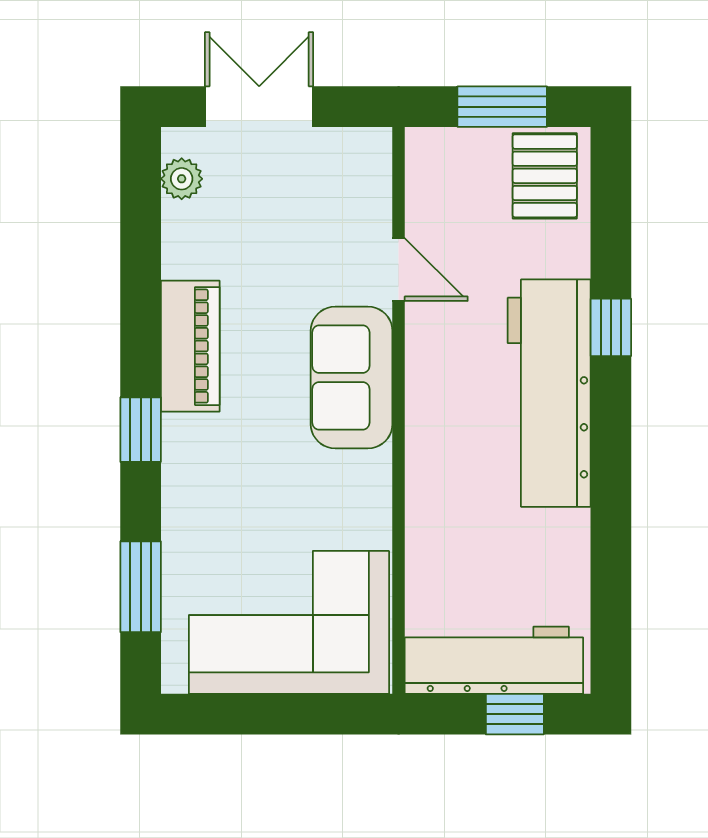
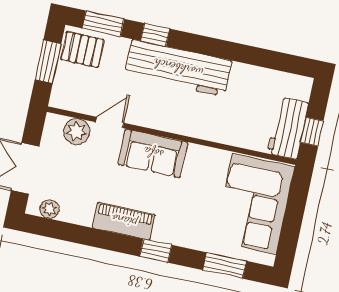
plant: (363, 202) -> (77, 132), added
window: (611, 209) -> (103, 24), added
workbench: (494, 660) -> (288, 128), width x0.73
window: (515, 714) -> (312, 132), moved

